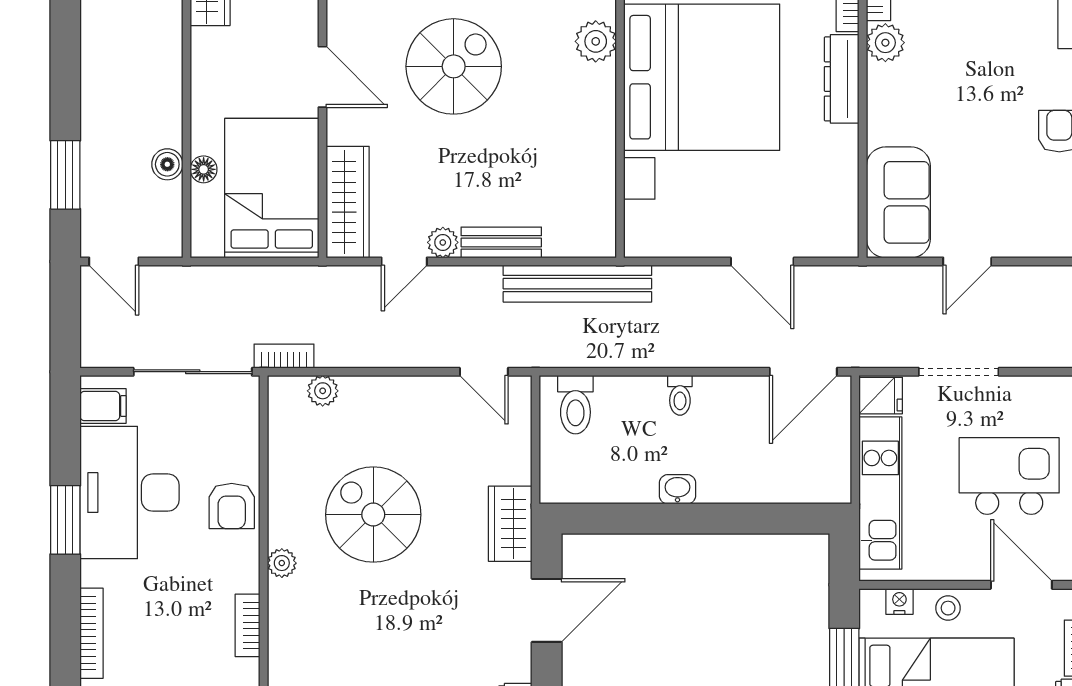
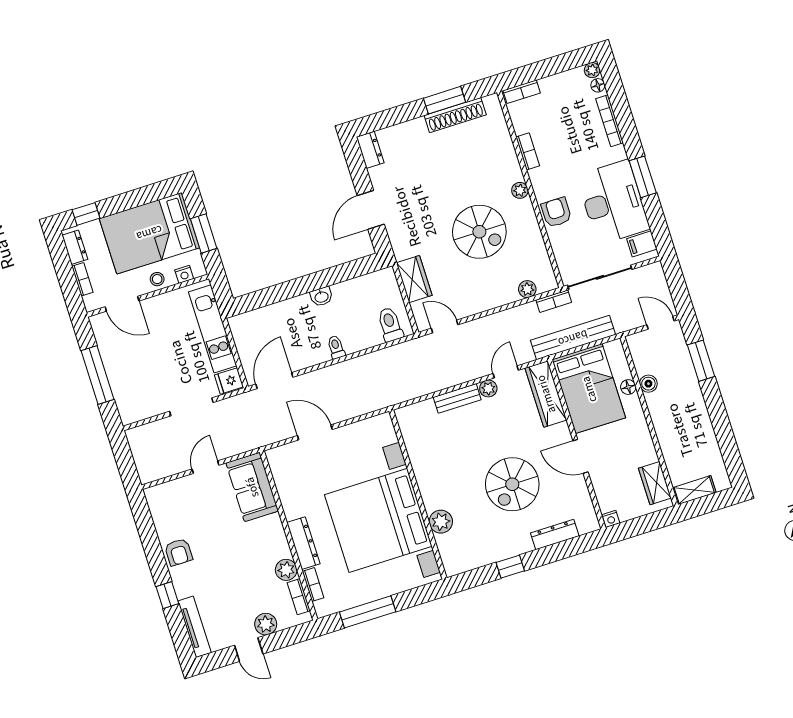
bench: (577, 284) -> (573, 338), moved
kitchen island: (1009, 476) -> (147, 360), removed
wardrobe: (510, 524) -> (414, 279), moved

